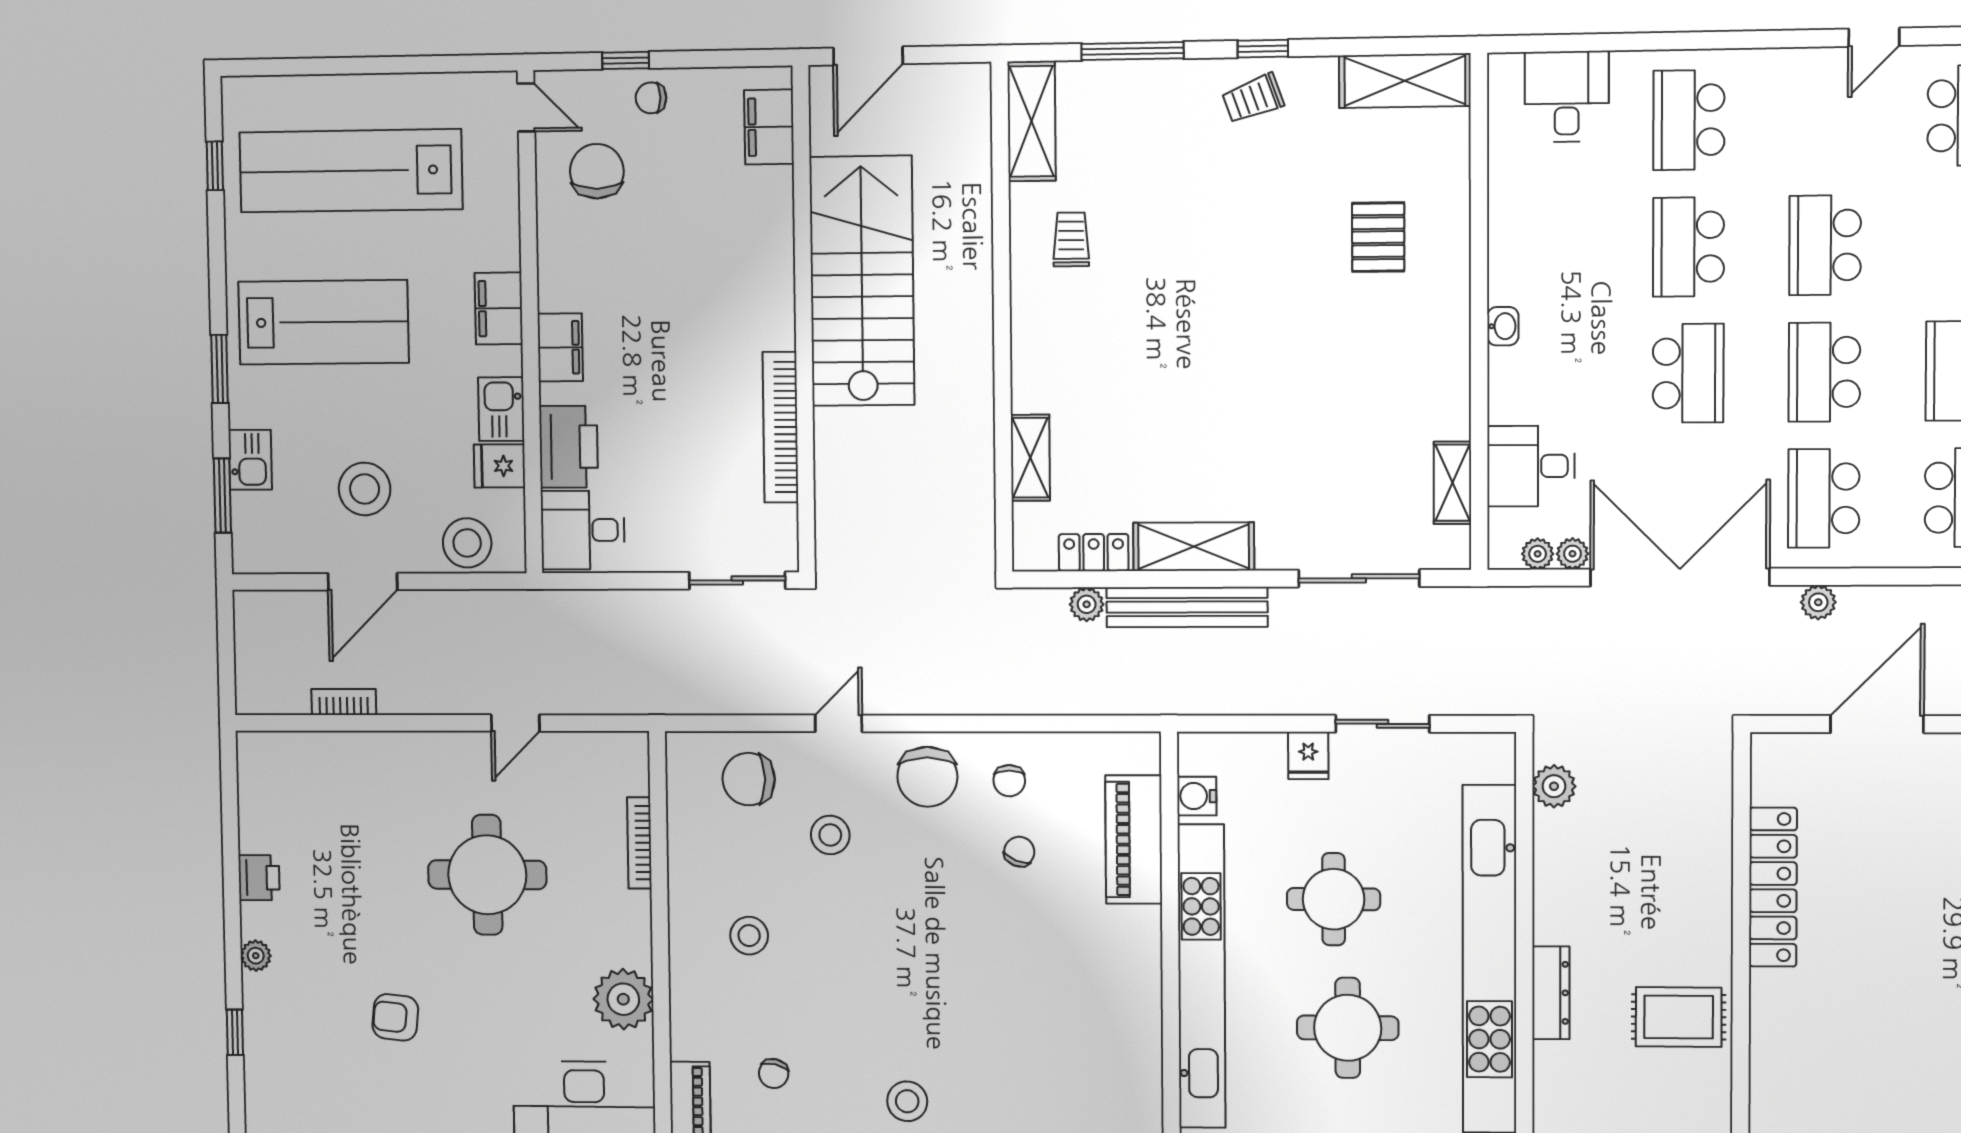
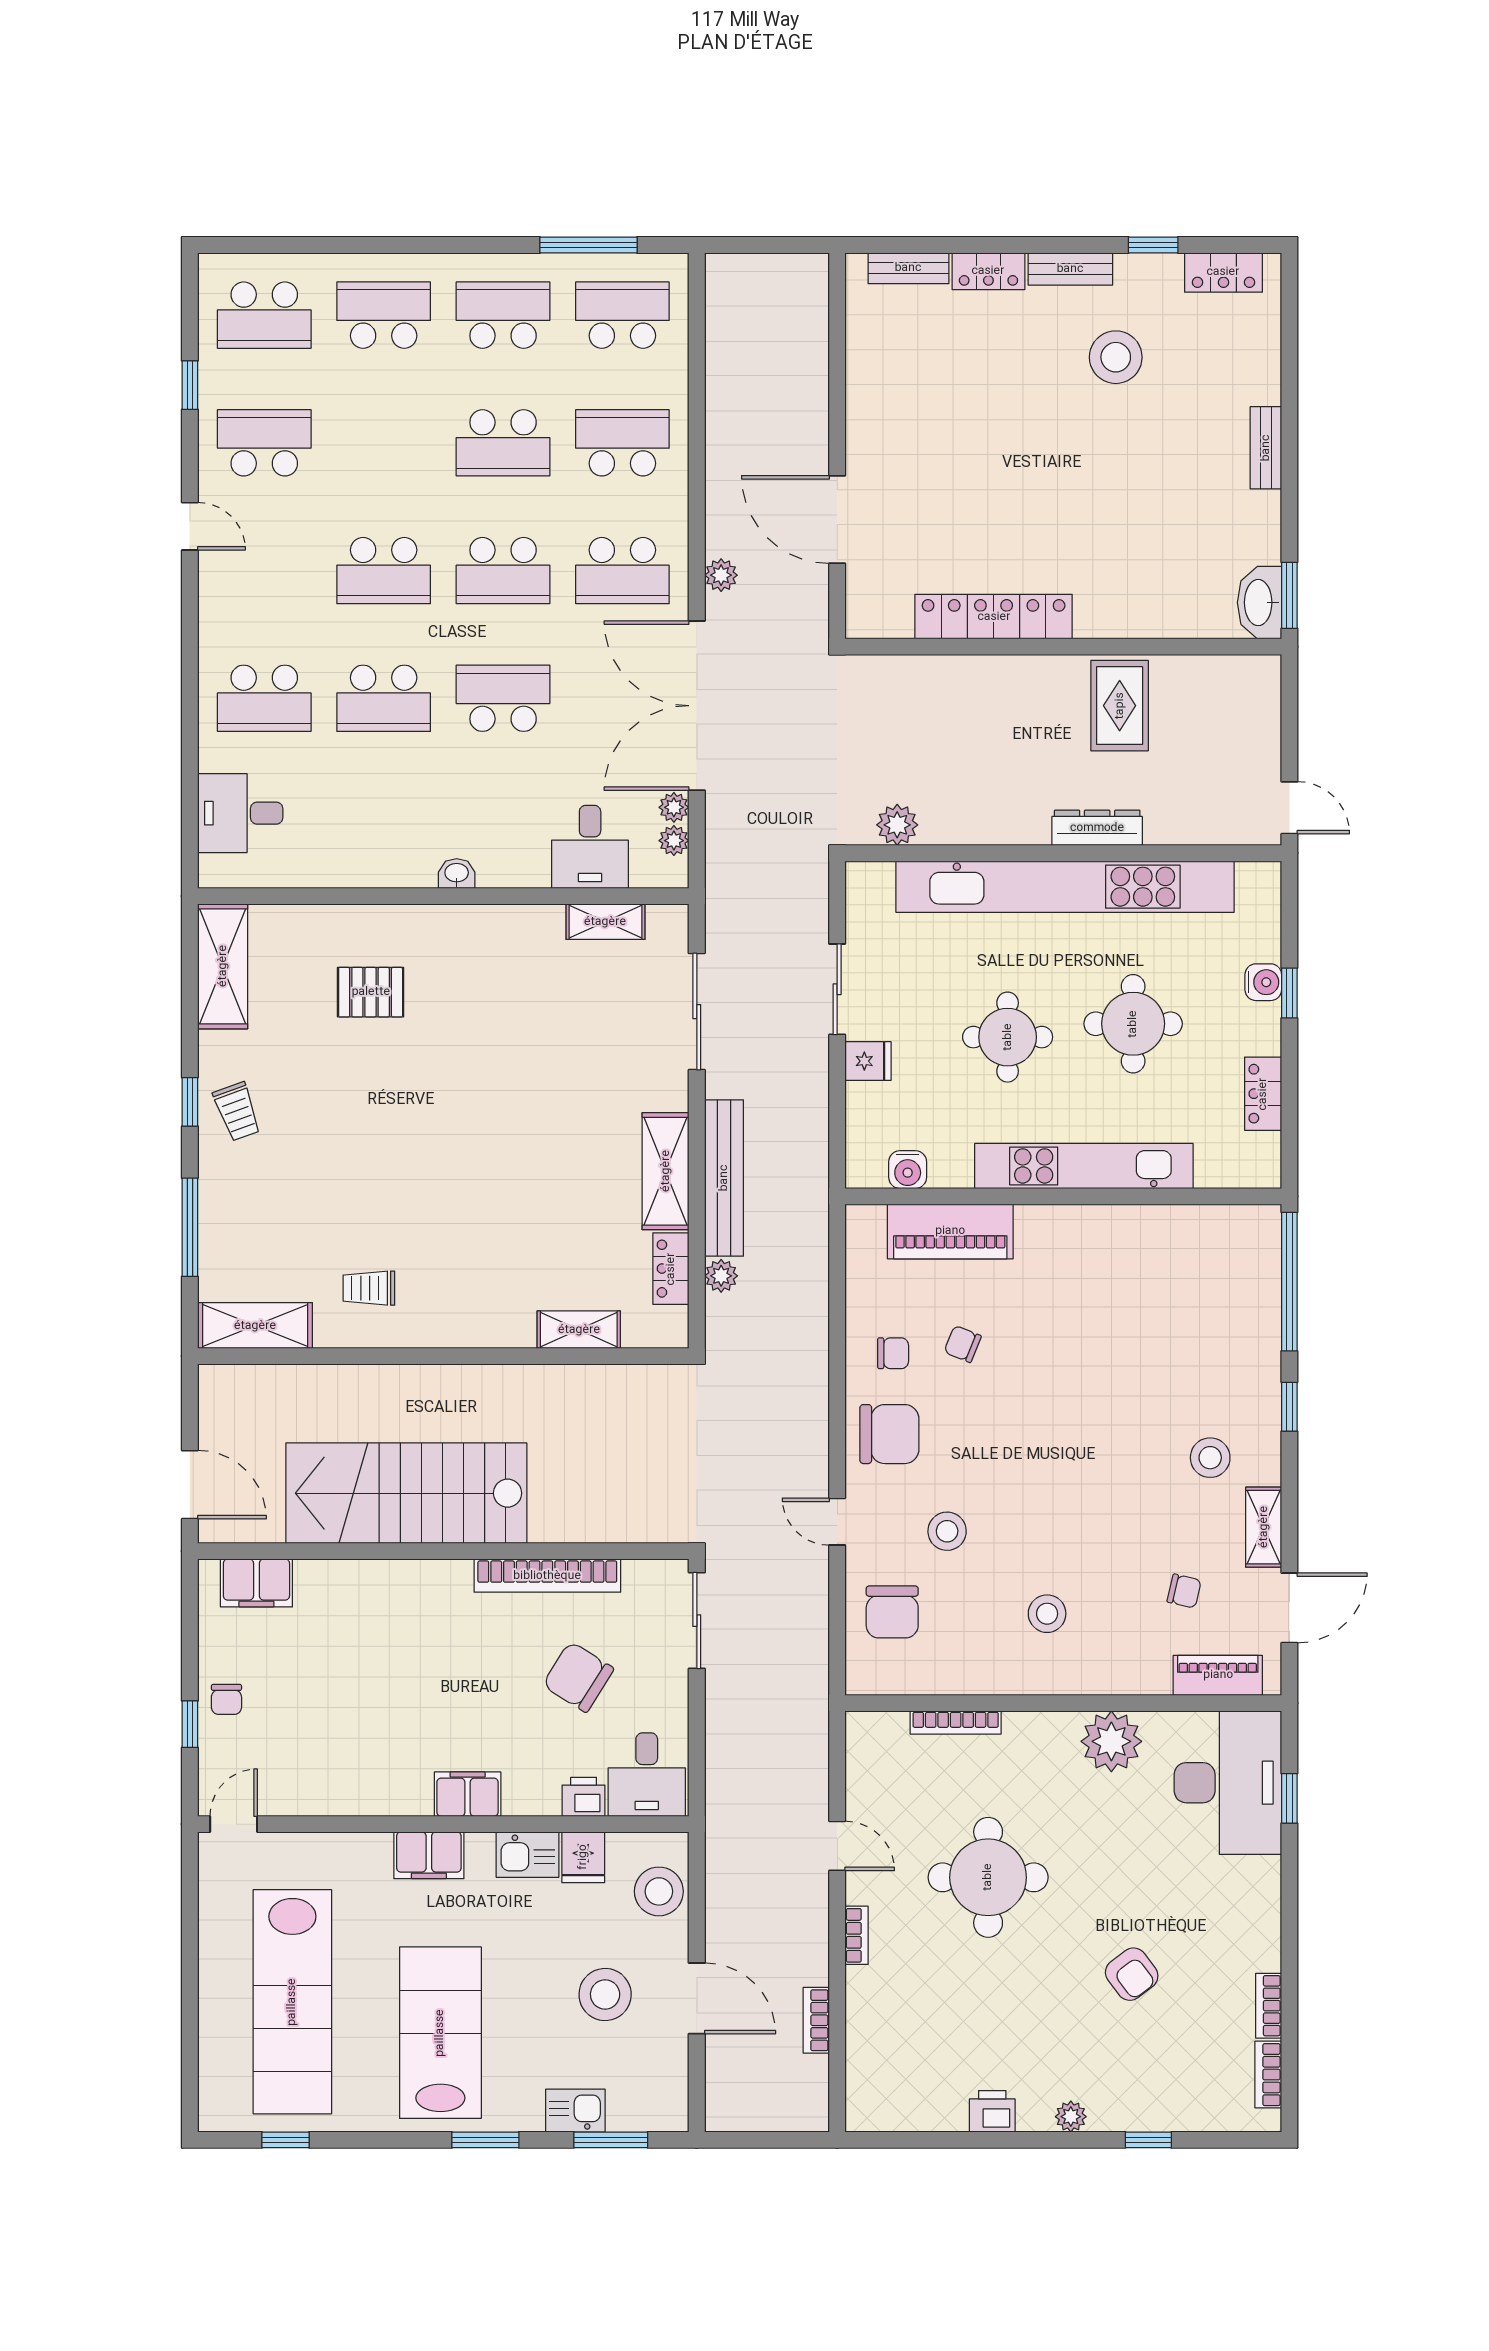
chair: (597, 171) -> (578, 1677), moved, turned 32
printer: (569, 447) -> (584, 1797), width x0.53, depth x0.68
bookcase: (428, 743) -> (857, 1935), added
kitchen unit: (1202, 976) -> (1084, 1166), width x0.73
armchair: (395, 1017) -> (1132, 1974), turned -43

